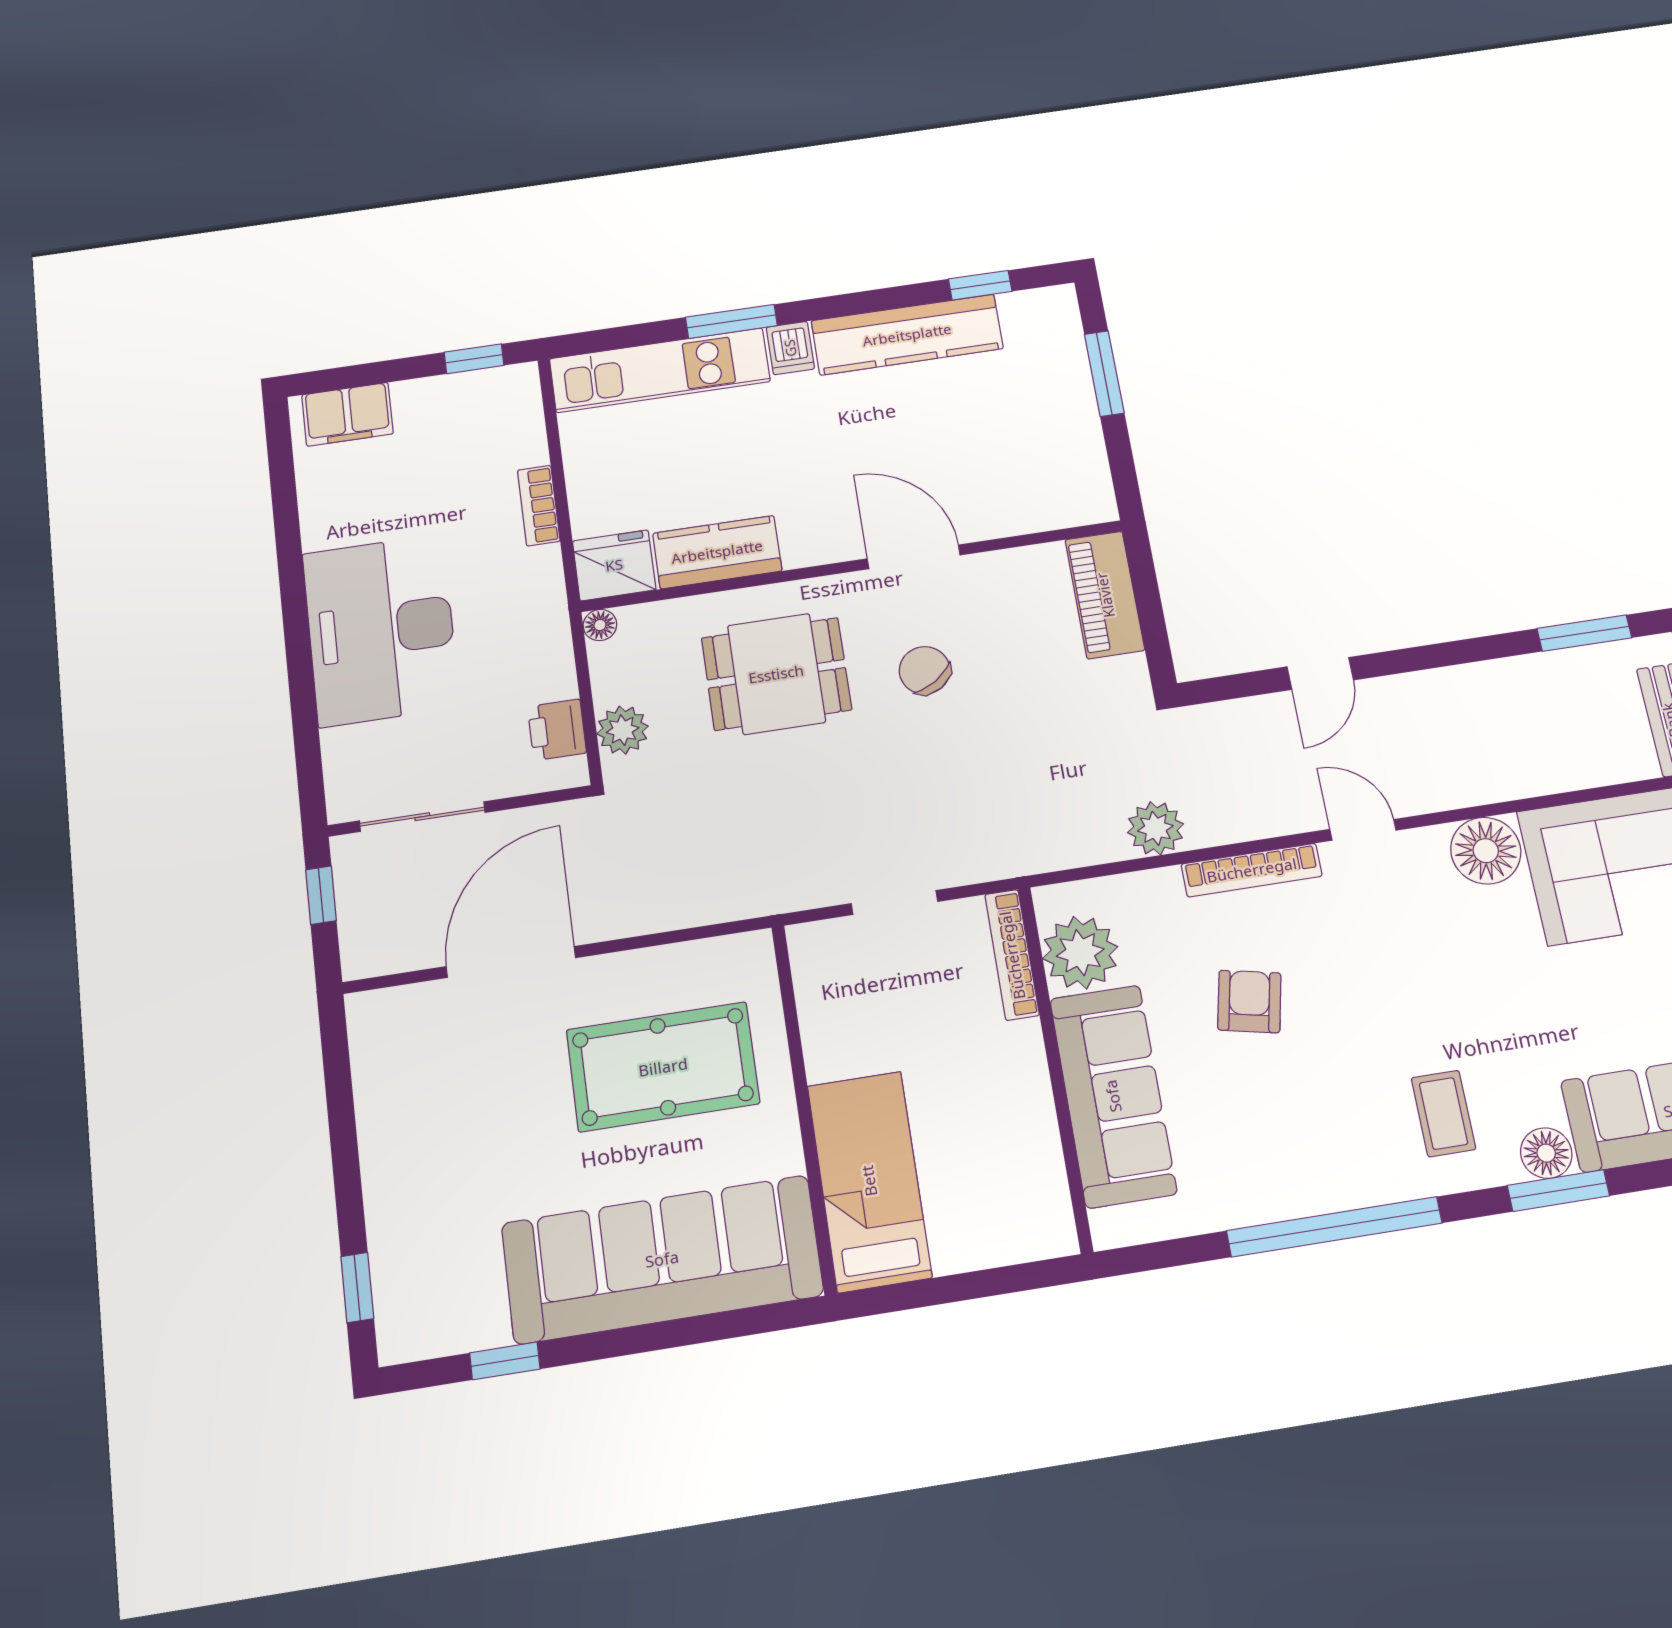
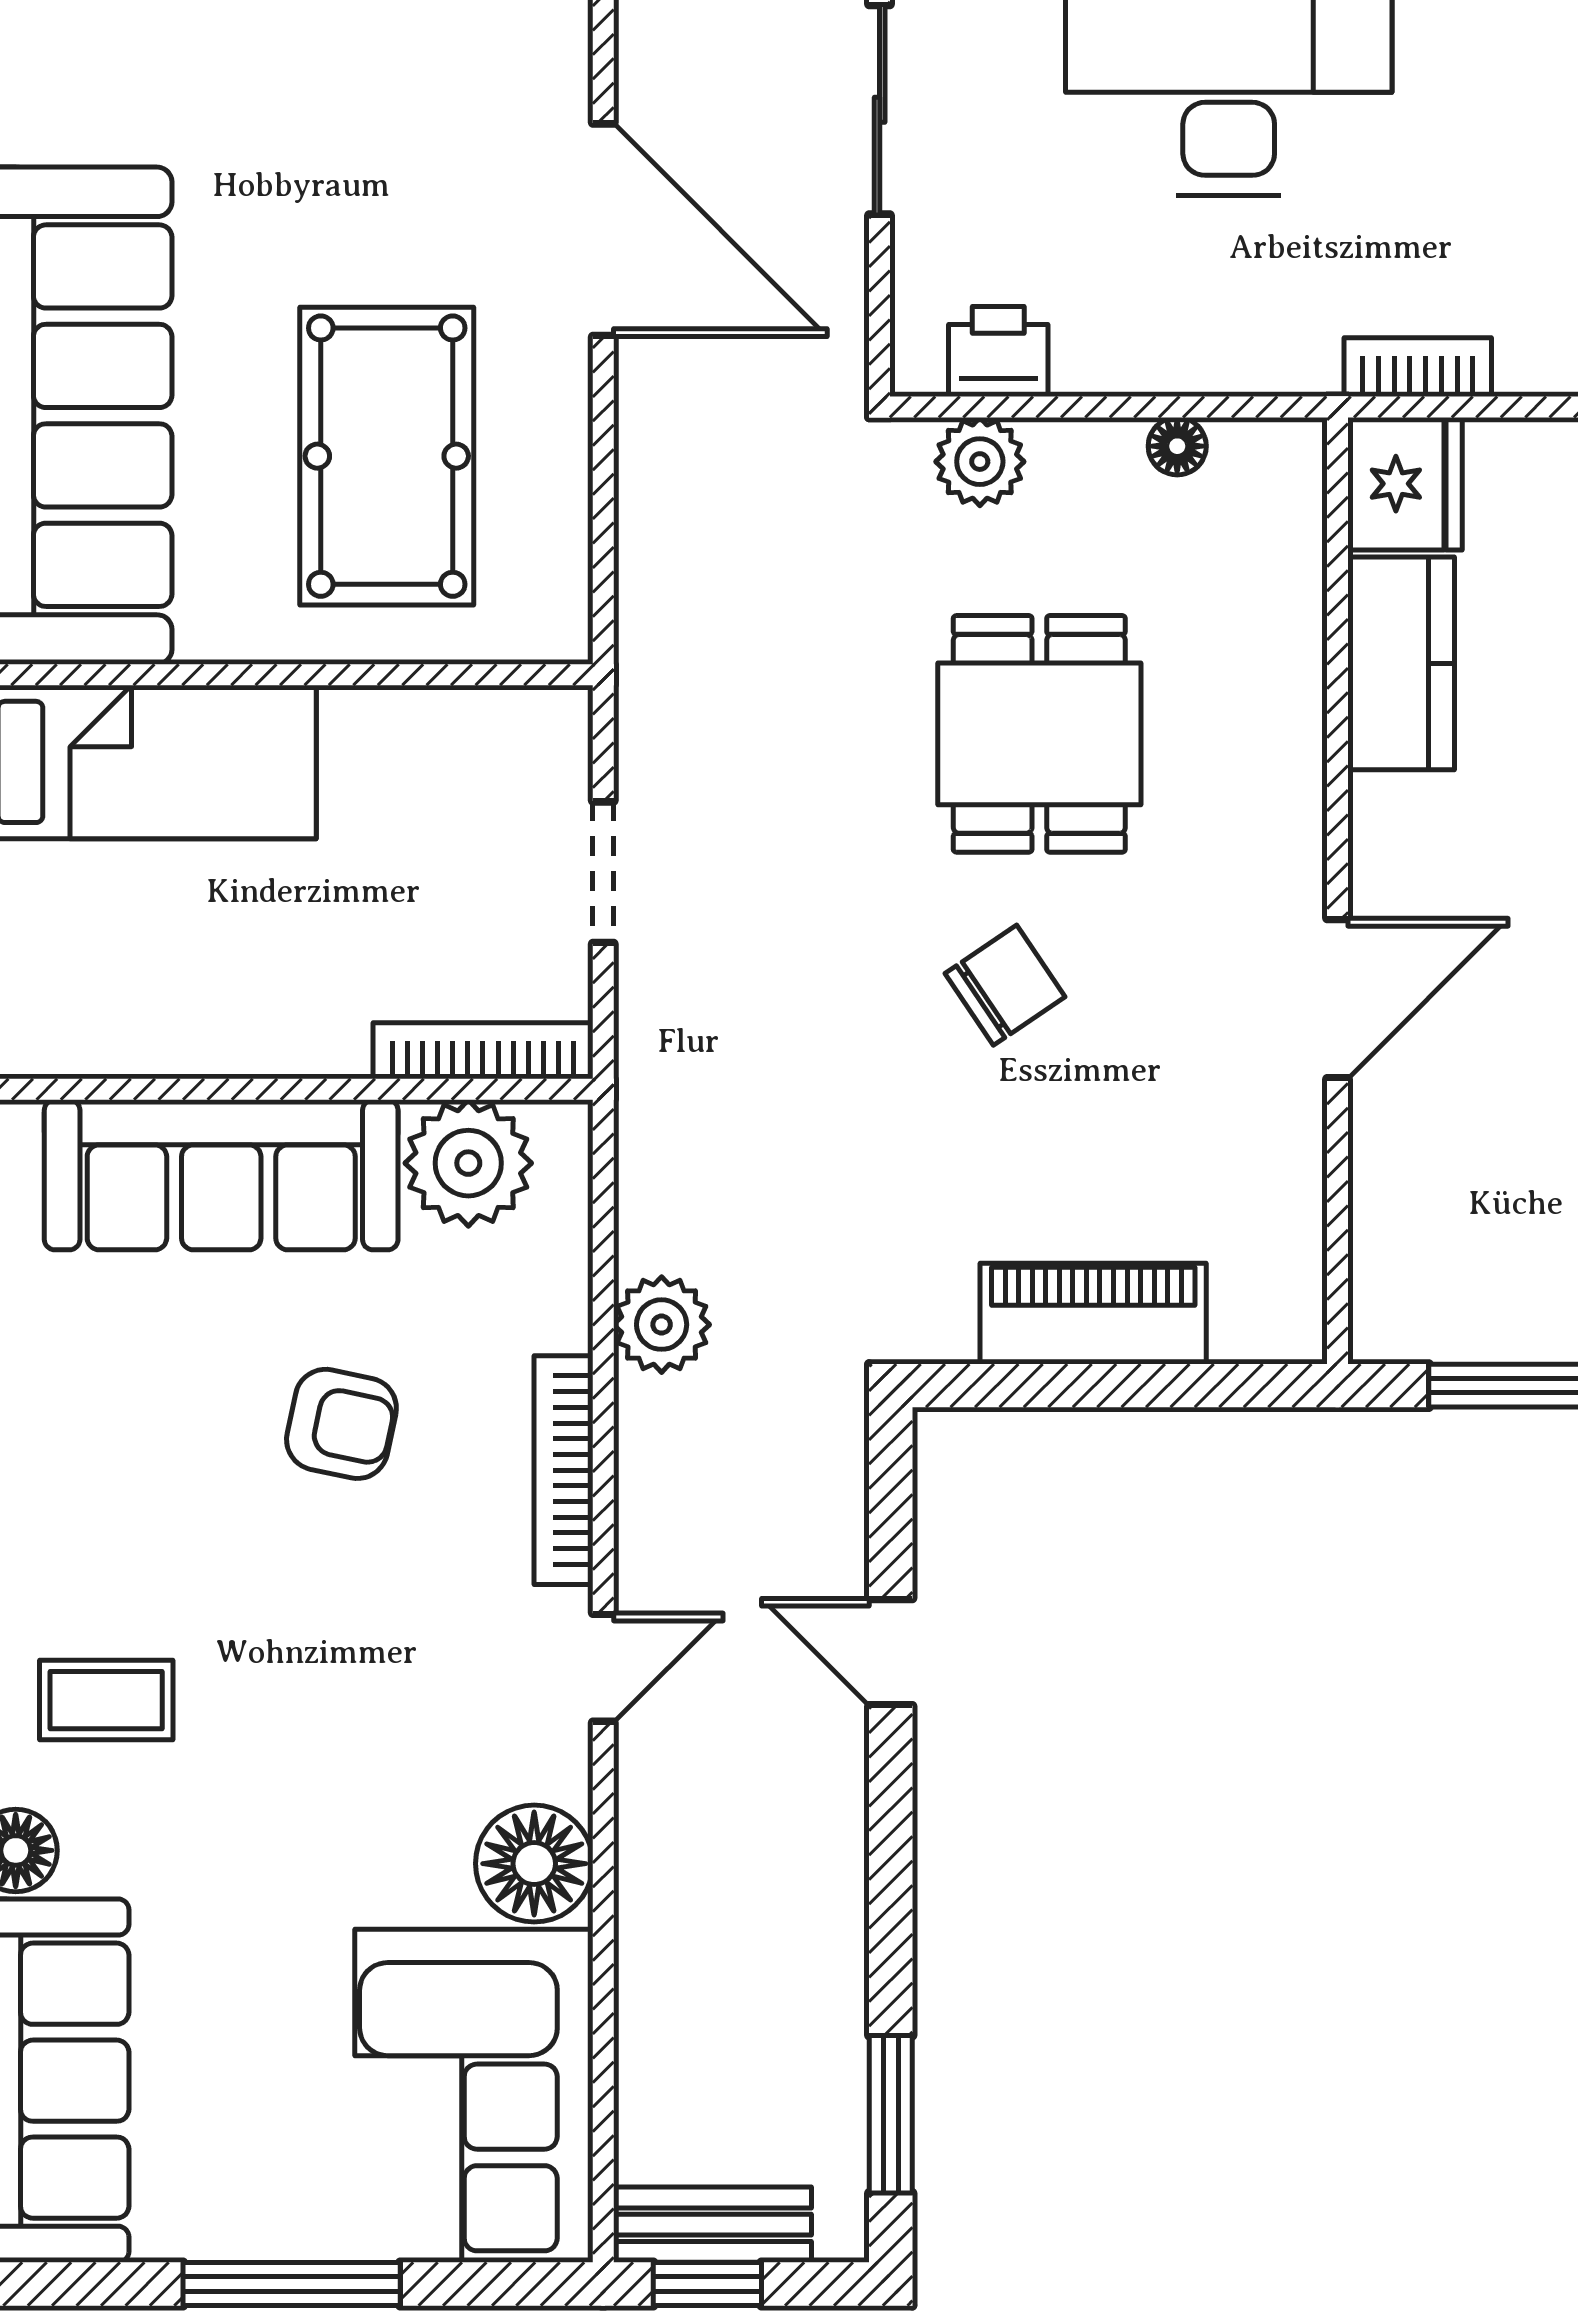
kitchen counter: (717, 552) -> (1401, 663), moved
door: (914, 557) -> (1337, 999), moved
fridge: (614, 565) -> (1405, 484), moved
wall: (852, 566) -> (1337, 891), moved

